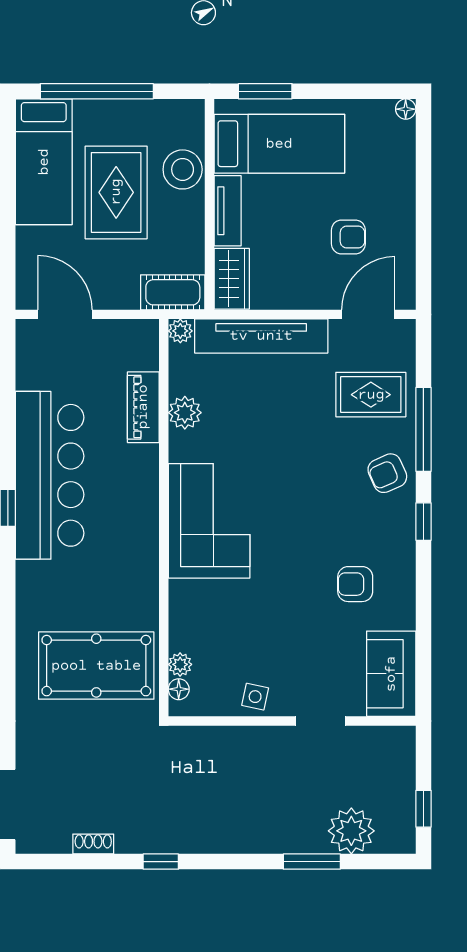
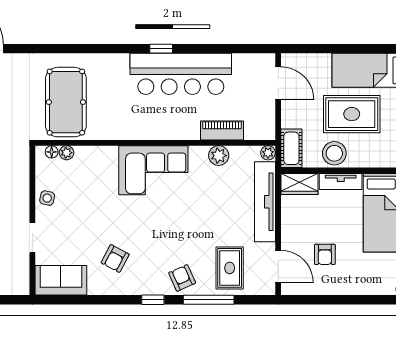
stool: (183, 169) -> (334, 153), moved
door: (65, 314) -> (278, 83), hinge flipped
armchair: (355, 584) -> (115, 259), turned -152

